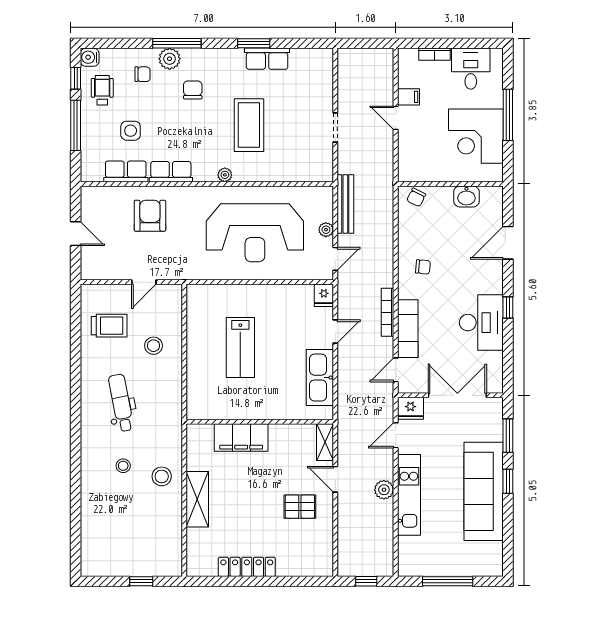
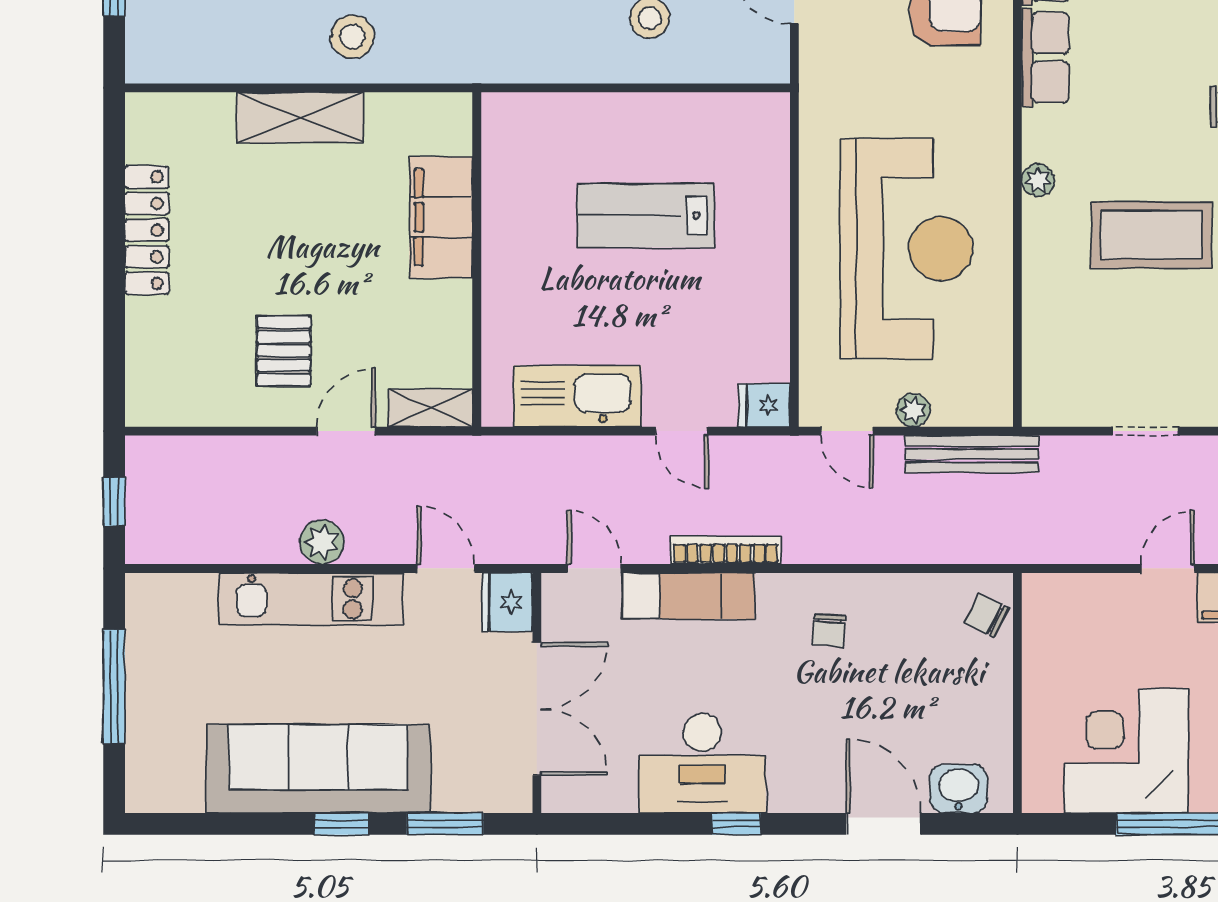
washbasin: (466, 196) -> (959, 789), moved, turned 90
reception desk: (255, 233) -> (906, 249), turned 180

